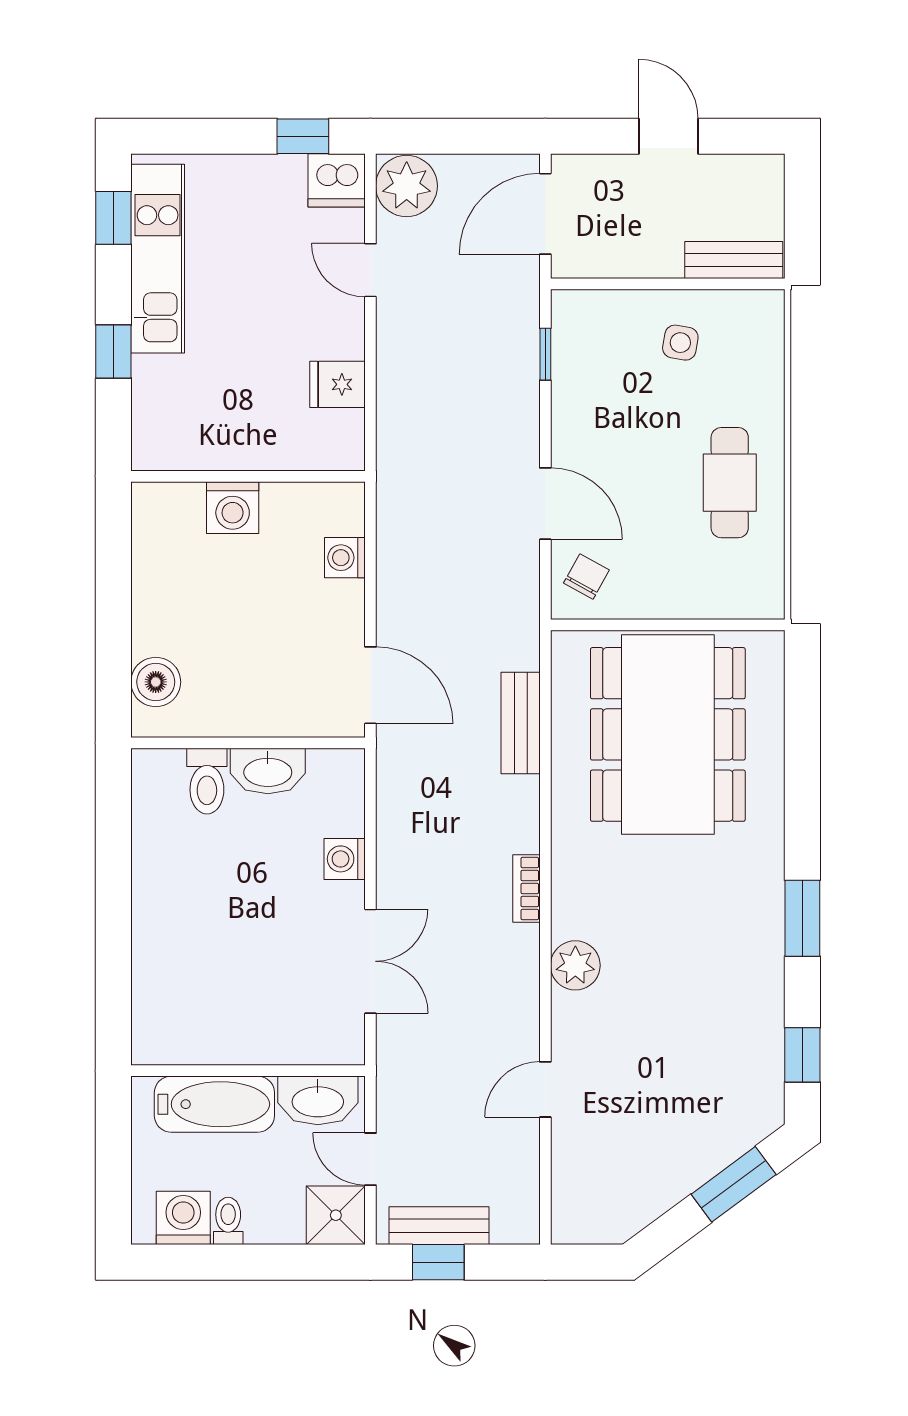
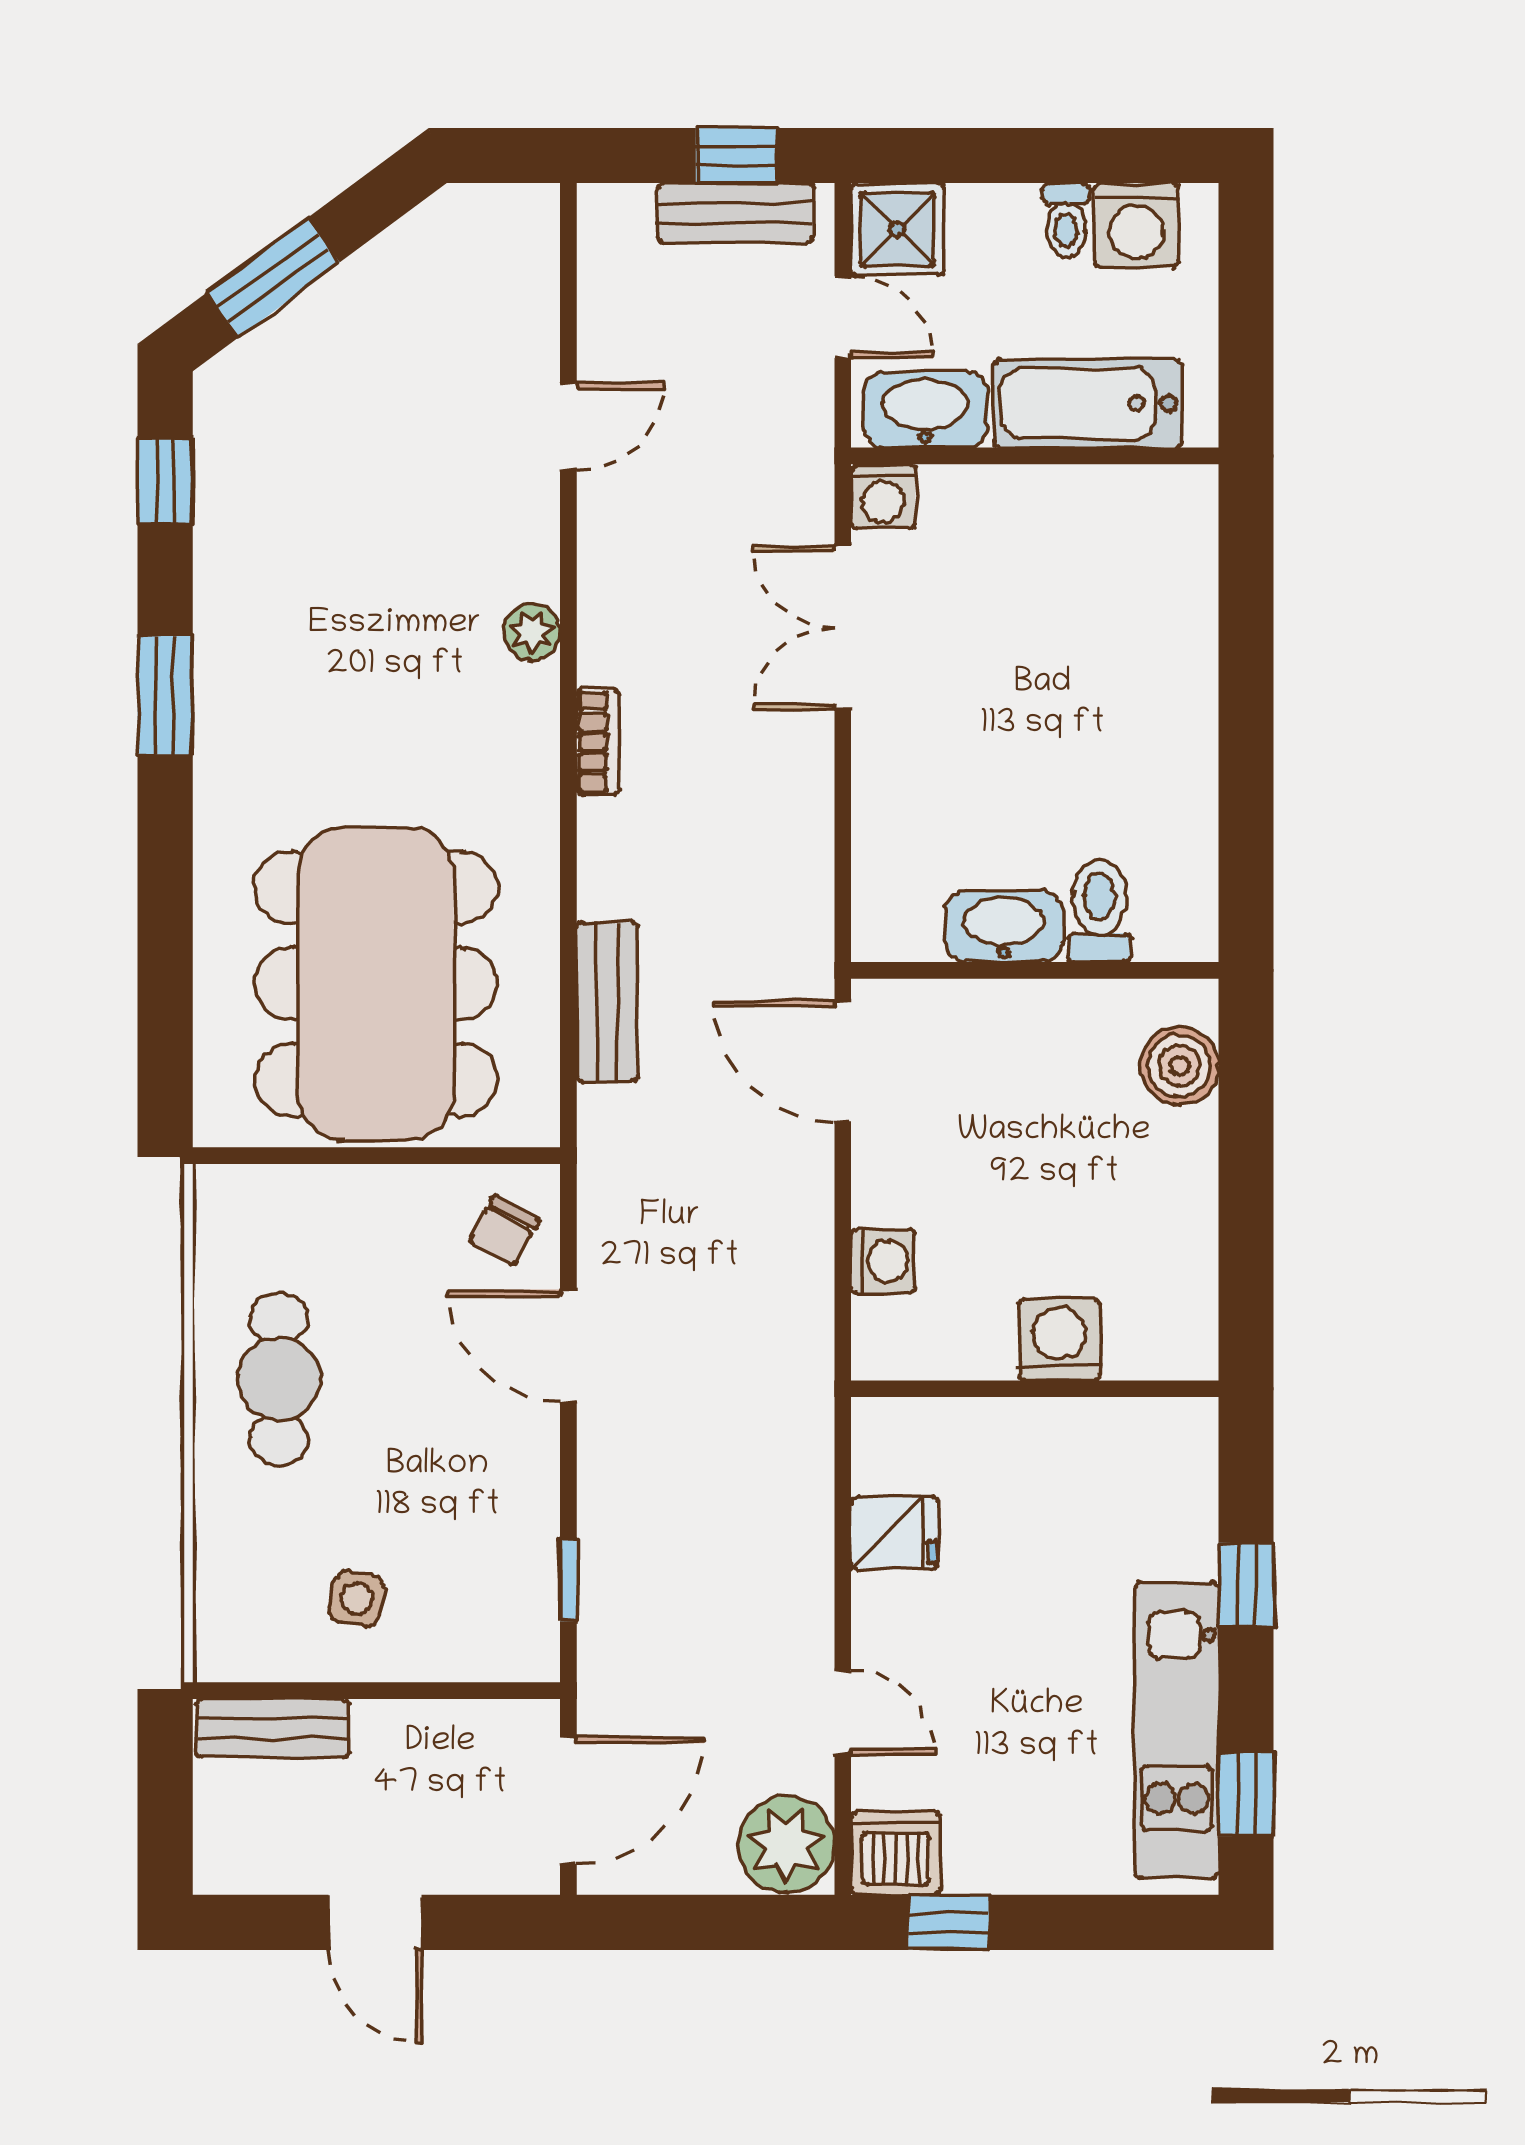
washing machine: (345, 859) -> (883, 496), moved, turned 90
plant: (575, 965) -> (532, 632), width x0.73, depth x0.73

